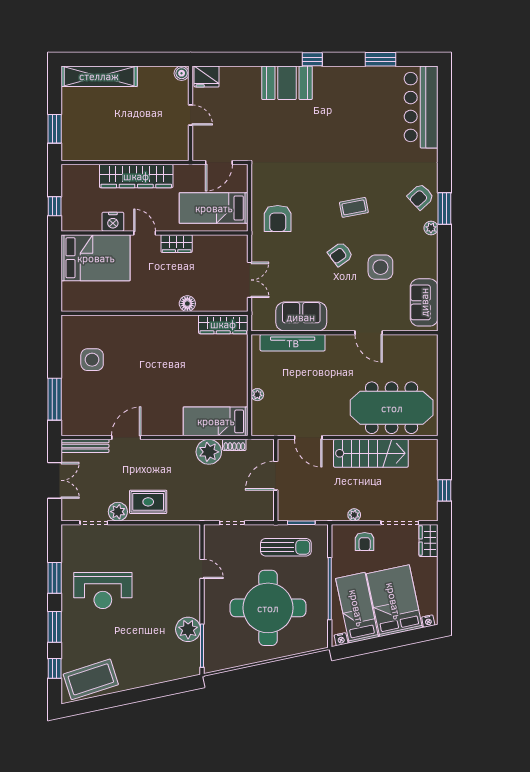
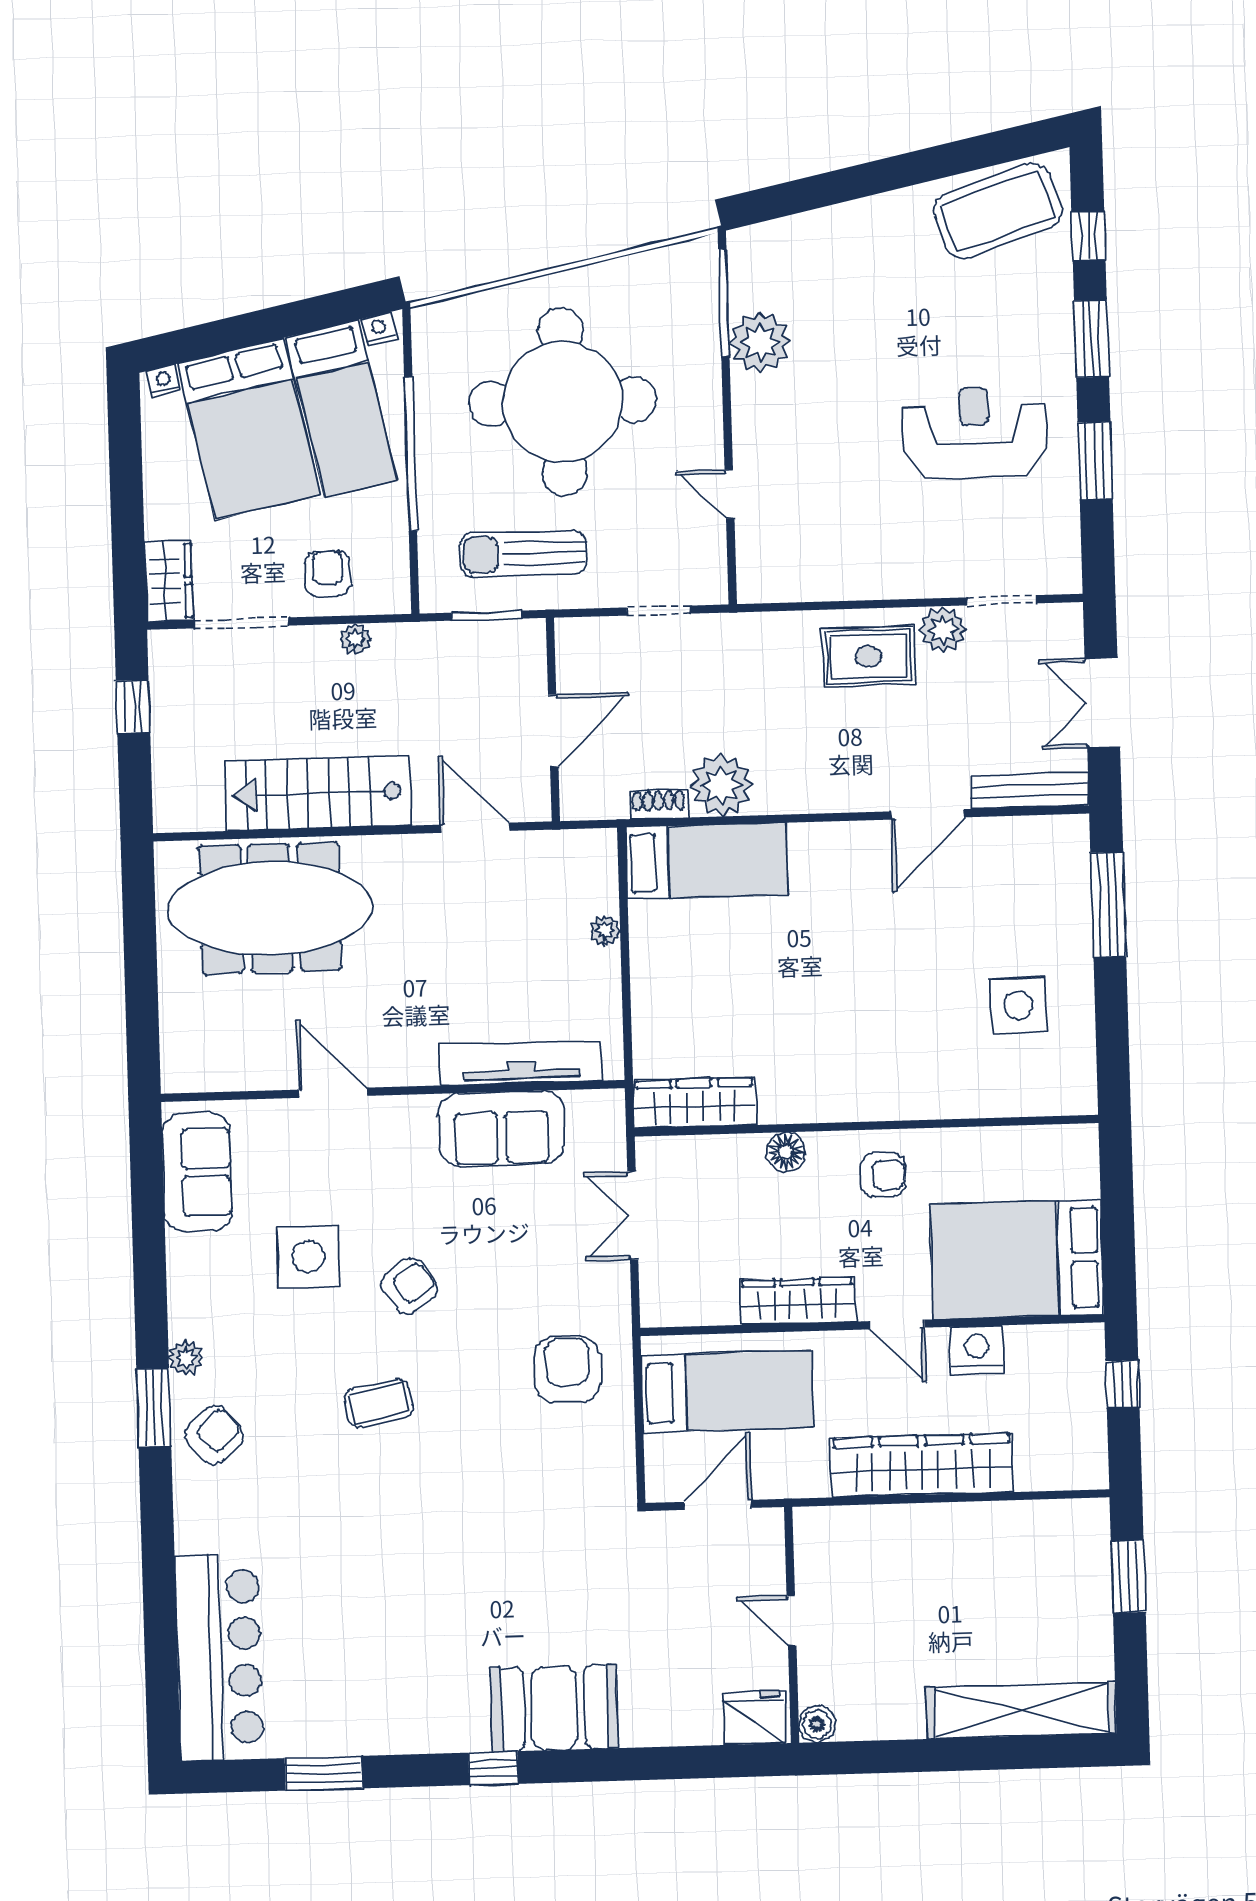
wardrobe: (177, 244) -> (798, 1301), width x1.50
armchair: (148, 293) -> (883, 1175), added

